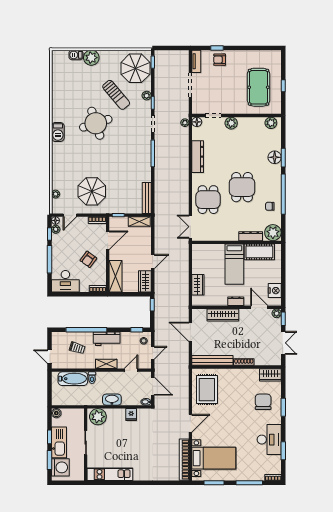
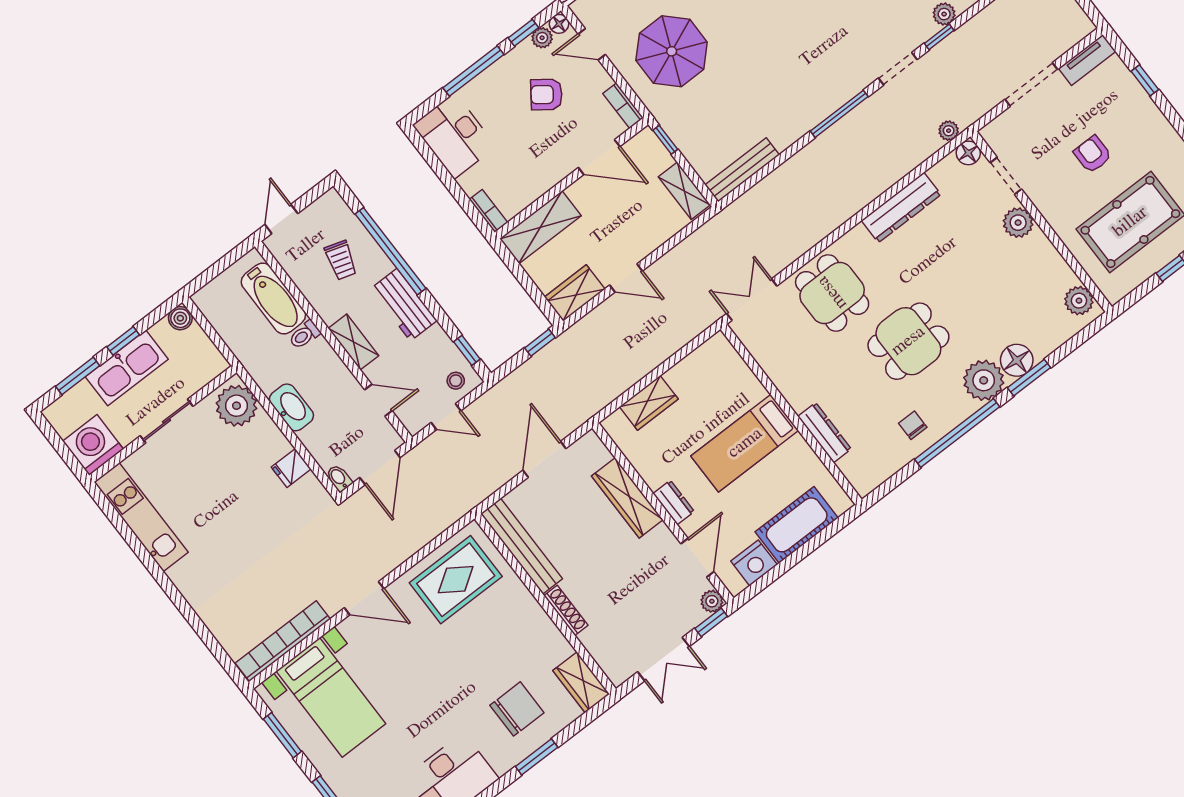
armchair: (220, 60) -> (1093, 154), moved
dining table: (208, 200) -> (832, 293), turned 90
plant: (273, 233) -> (984, 380), moved
cot: (259, 252) -> (797, 525), moved, turned 90
armchair: (88, 259) -> (546, 95), moved
washing machine: (60, 467) -> (93, 445), moved, turned 180

